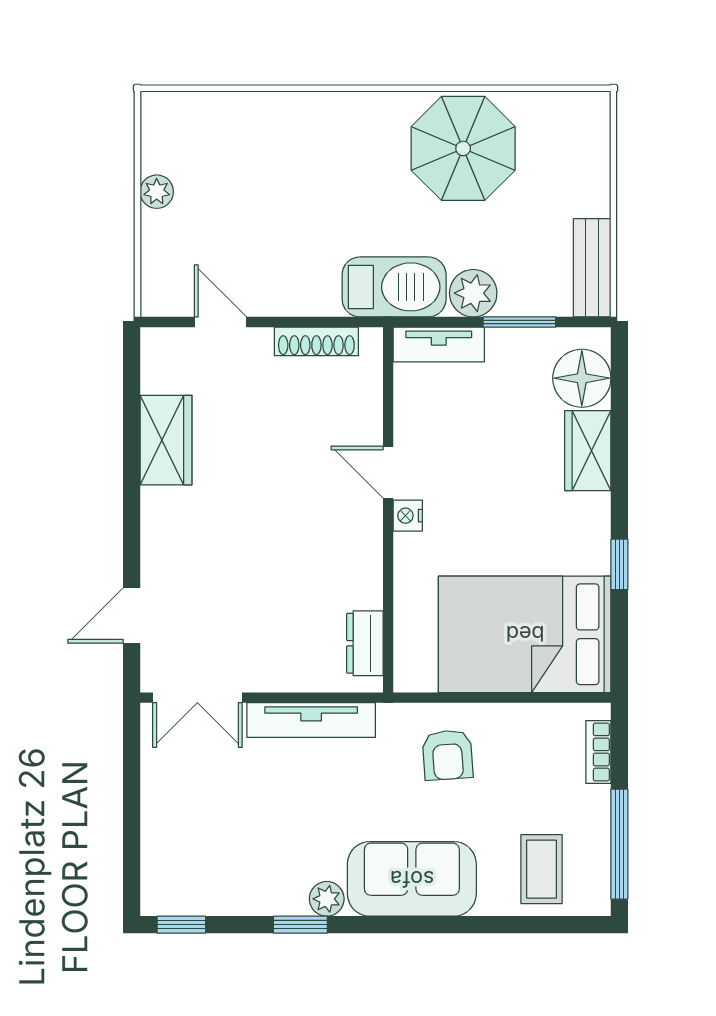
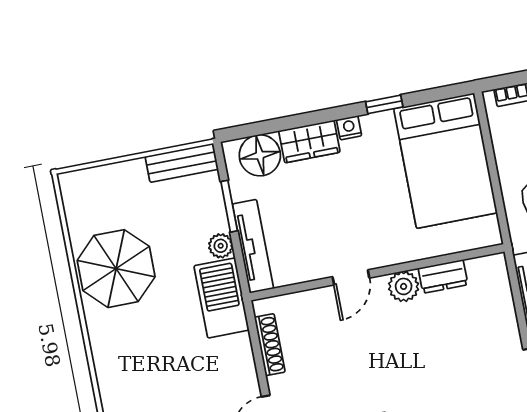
plant: (473, 293) -> (221, 246), width x0.73, depth x0.73
tv unit: (439, 344) -> (253, 246), width x1.41
nightstand: (408, 516) -> (349, 128), moved, turned 180
plant: (361, 543) -> (404, 286), added
dresser: (365, 643) -> (443, 276), moved

